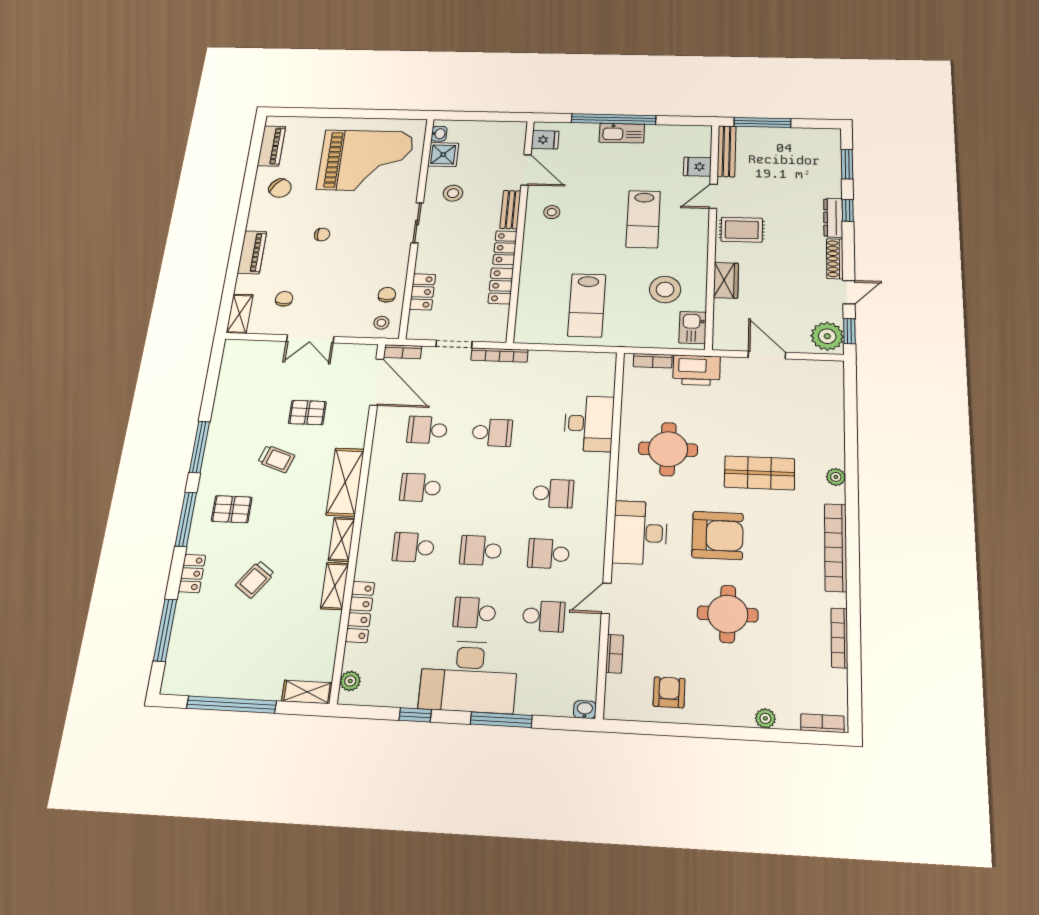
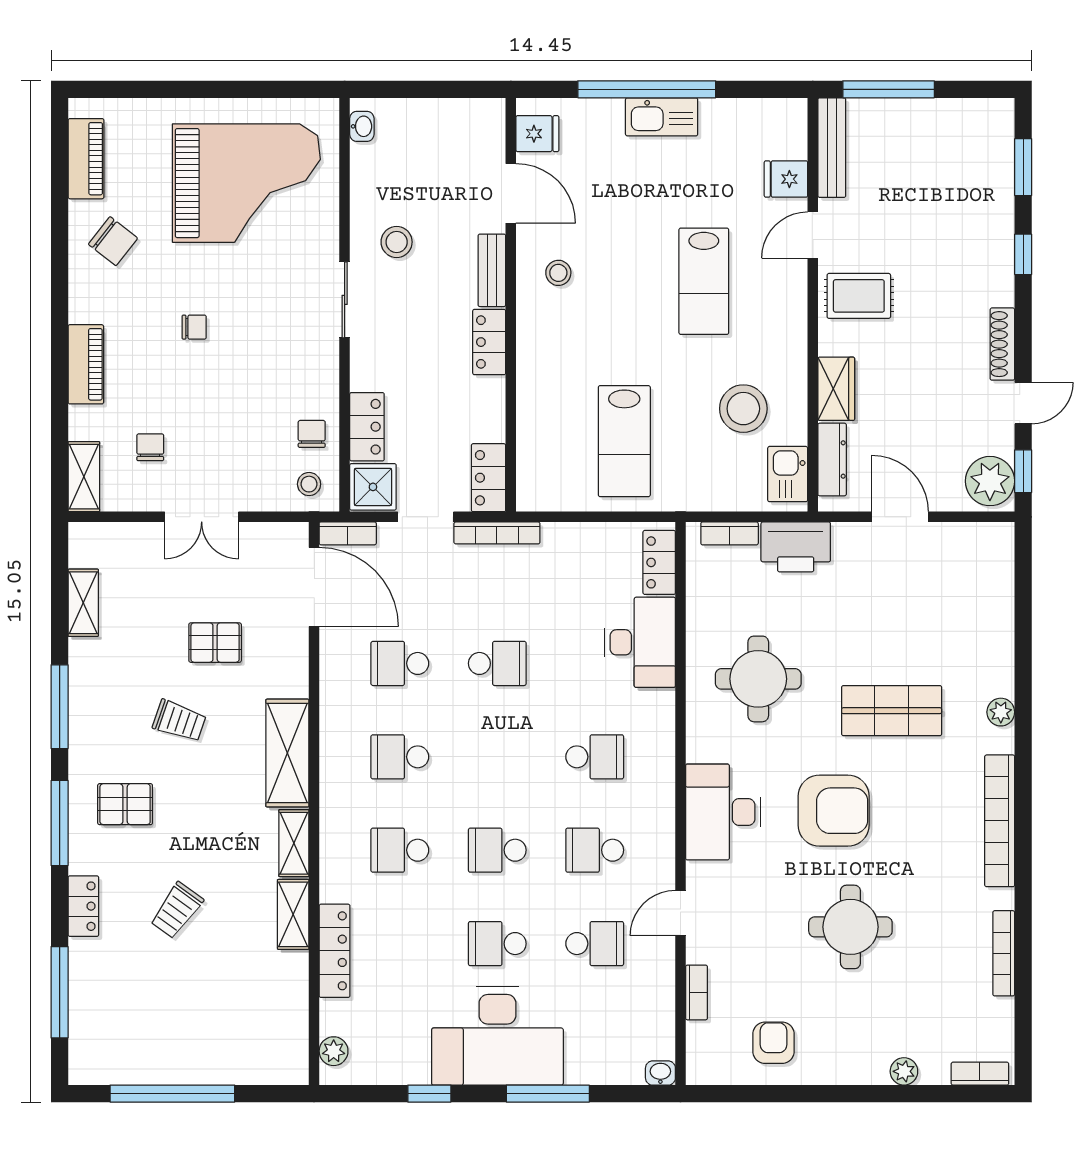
shower: (443, 155) -> (373, 487), moved
dresser: (833, 218) -> (832, 460), moved, turned 180
locker: (501, 286) -> (489, 478), moved
locker: (605, 376) -> (659, 562), added
shelving: (307, 692) -> (83, 603), moved, turned 90

